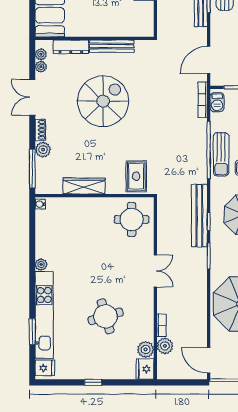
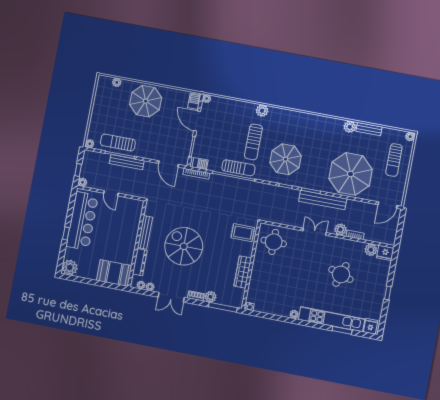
bench: (199, 216) -> (323, 200), moved
round table: (106, 316) -> (341, 274), turned 34
plant: (165, 346) -> (340, 229), moved

